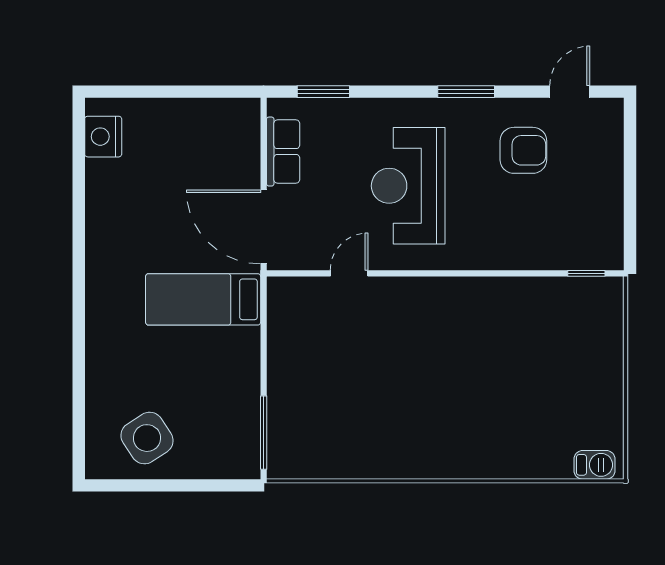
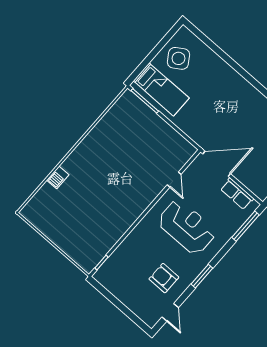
window: (323, 92) -> (246, 226), width x1.44
armchair: (523, 150) -> (164, 278), turned 90
bed: (203, 299) -> (161, 89), moved, turned 90
barbecue: (594, 465) -> (58, 177), moved

